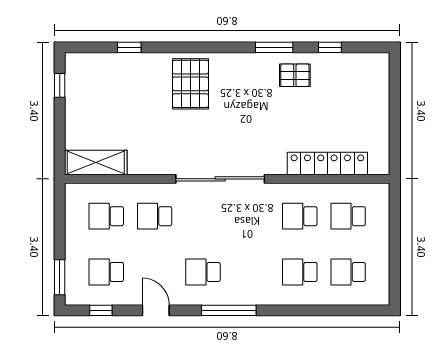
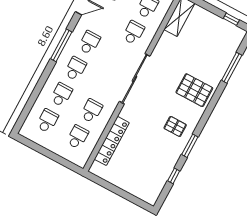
window: (129, 47) -> (232, 68), width x2.17
pallet: (295, 75) -> (175, 126), moved, turned 90
school desk: (251, 272) -> (75, 69), added

